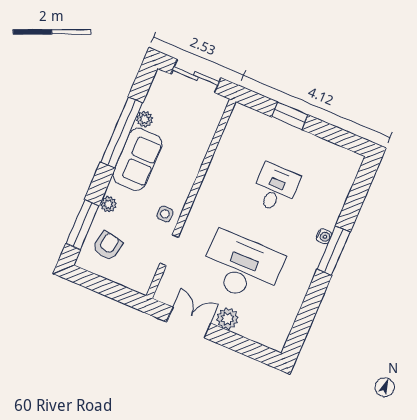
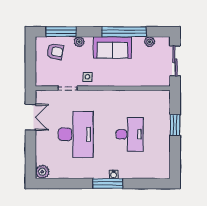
plant: (145, 119) -> (150, 42), moved
desk: (275, 188) -> (130, 134), width x1.37
plant: (227, 319) -> (42, 172), moved

